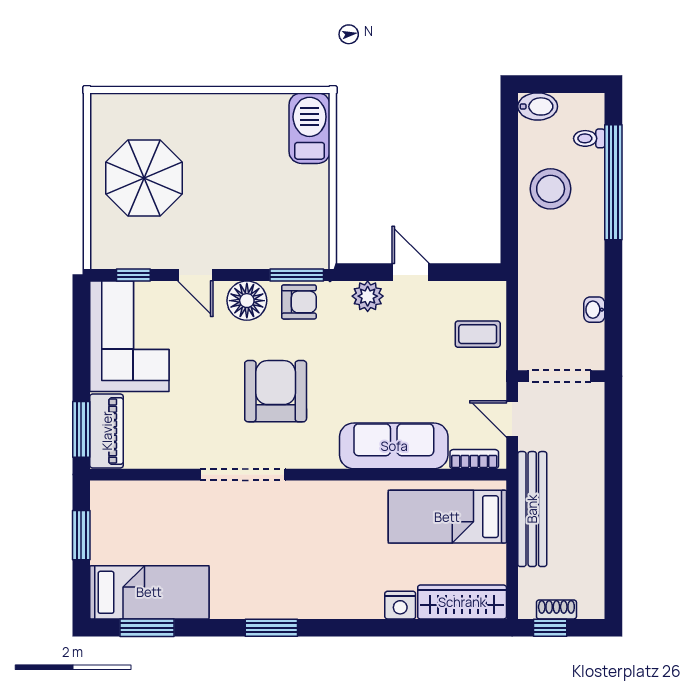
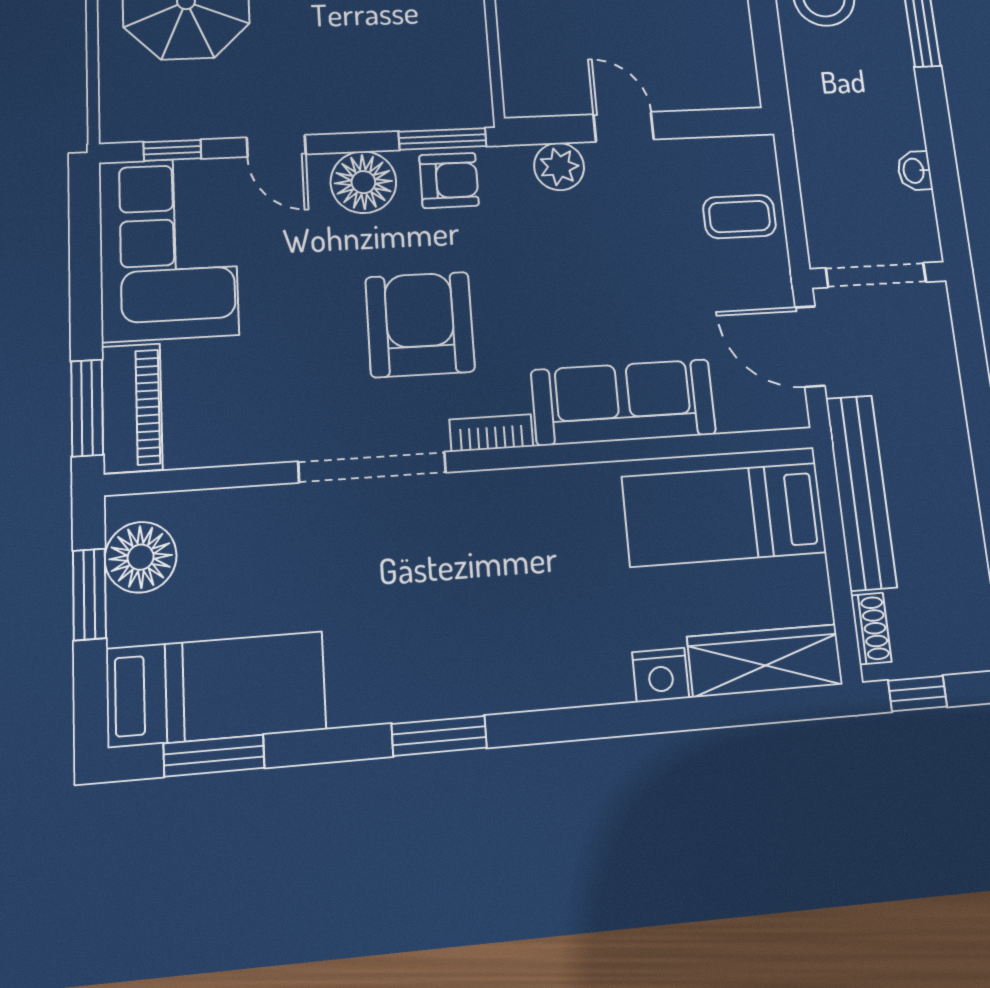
door: (512, 419) -> (810, 347), width x1.38
bookcase: (474, 459) -> (491, 433), moved
floor lamp: (110, 517) -> (141, 557), added
shoe rack: (556, 609) -> (871, 628), moved, turned 90

